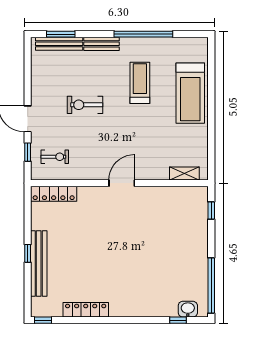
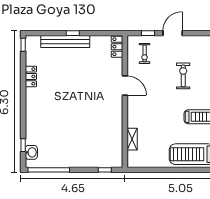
shelving: (184, 174) -> (132, 139), moved
door: (122, 183) -> (125, 86), moved
locker: (54, 194) -> (117, 47), width x0.66
locker: (86, 310) -> (31, 76), width x0.66

